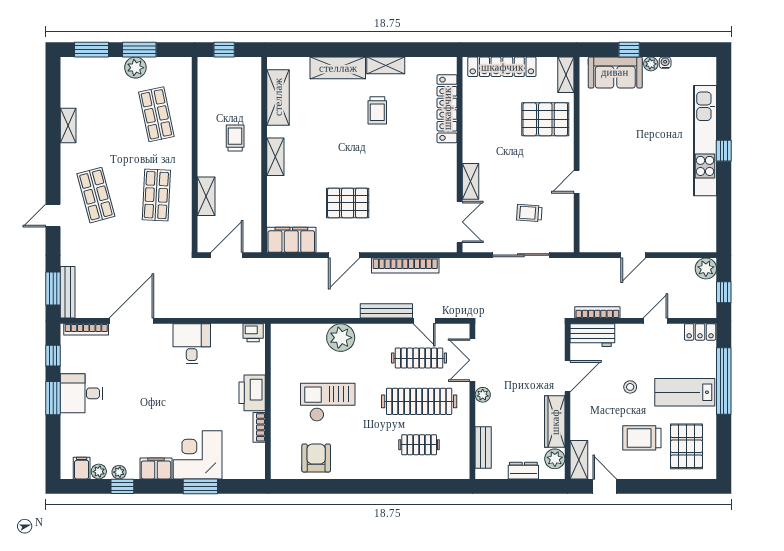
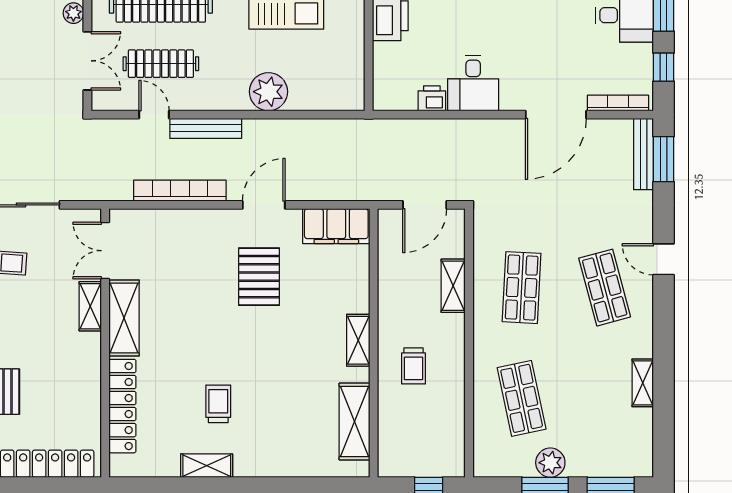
shelving: (338, 68) -> (124, 318), moved, turned 90
pallet: (348, 203) -> (259, 277), turned 90
door: (53, 216) -> (664, 259), swing flipped
printer: (253, 333) -> (432, 98), moved

